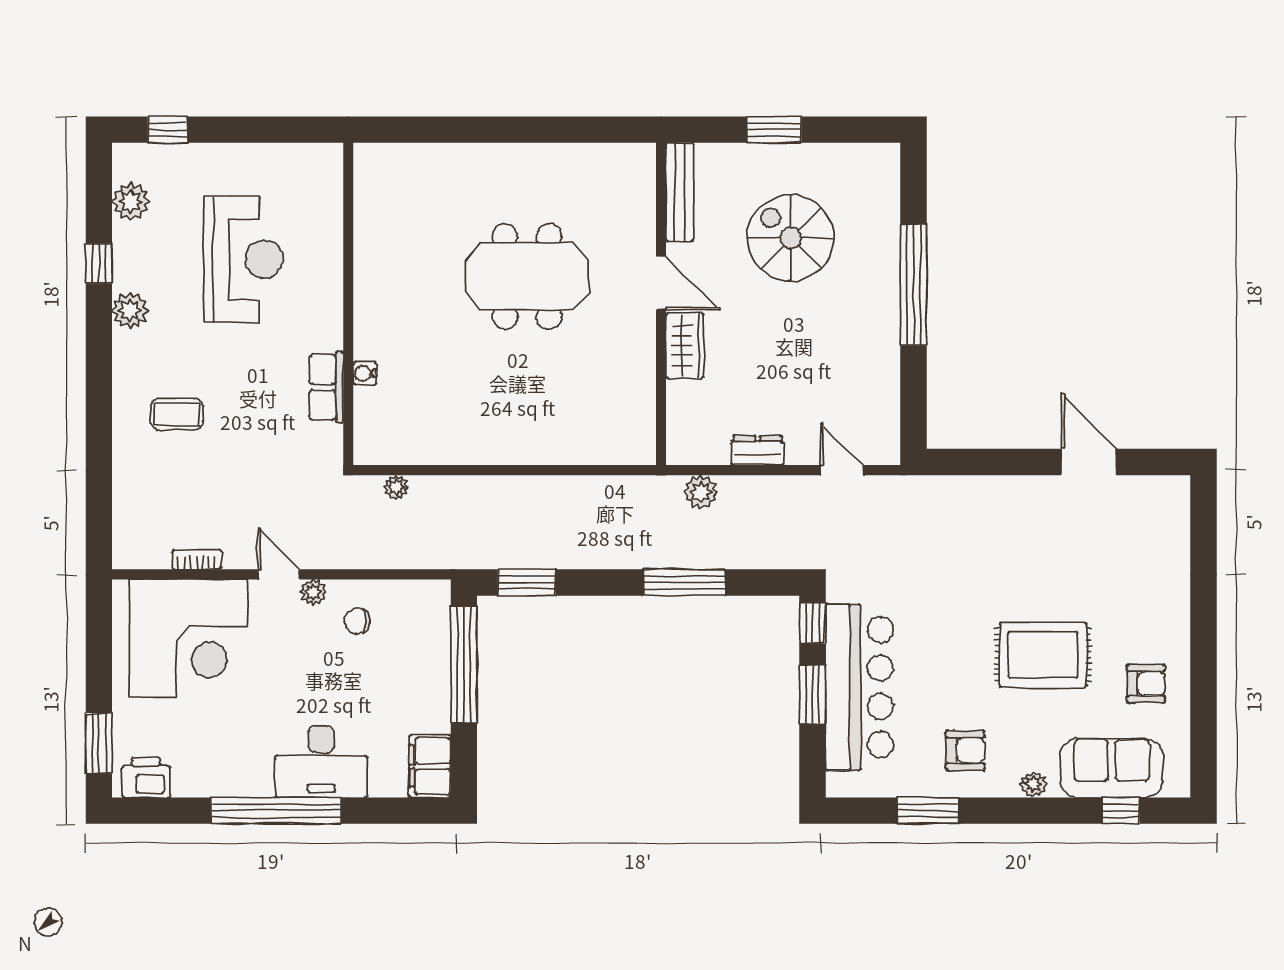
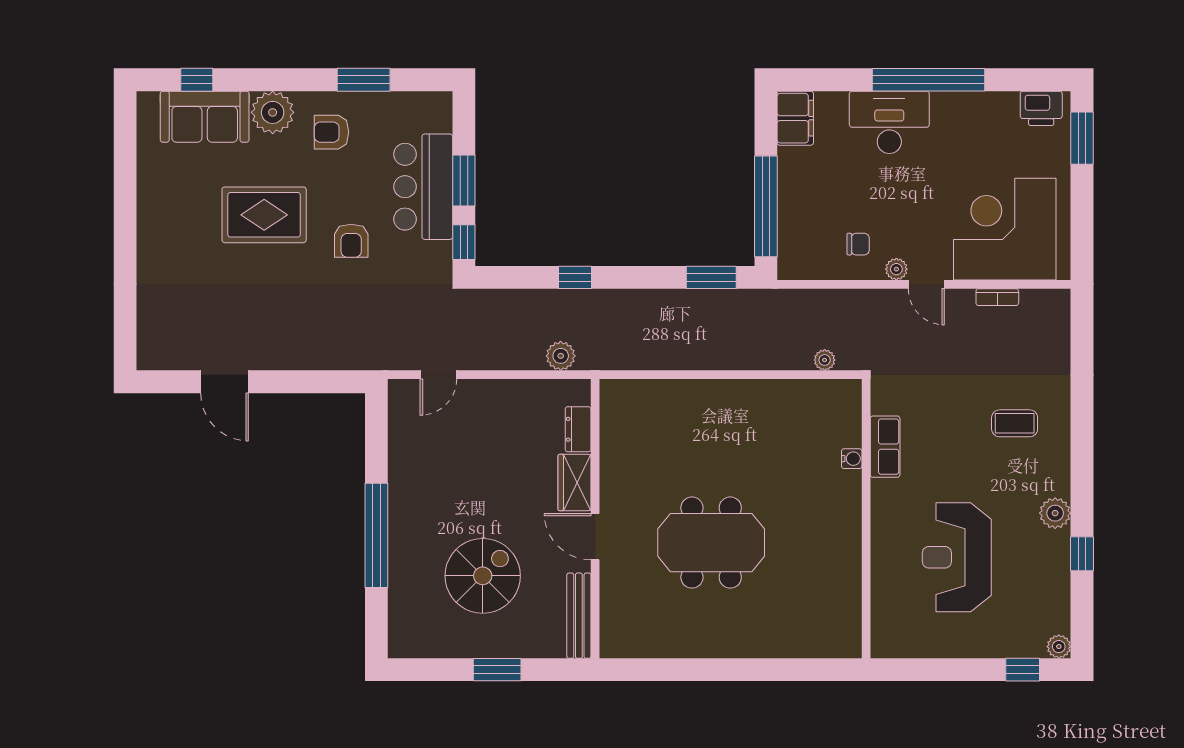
plant: (131, 202) -> (1059, 647), moved, width x0.73, depth x0.73
spiral stairs: (791, 238) -> (483, 576), turned -90
dresser: (757, 450) -> (578, 429), moved, turned 90
door: (842, 470) -> (438, 375), hinge flipped
window: (684, 583) -> (575, 277), width x0.46
armchair: (1146, 684) -> (351, 241), moved, turned -90
bar counter: (859, 687) -> (423, 187), width x0.73
plant: (1033, 784) -> (273, 112), width x1.87, depth x1.87

